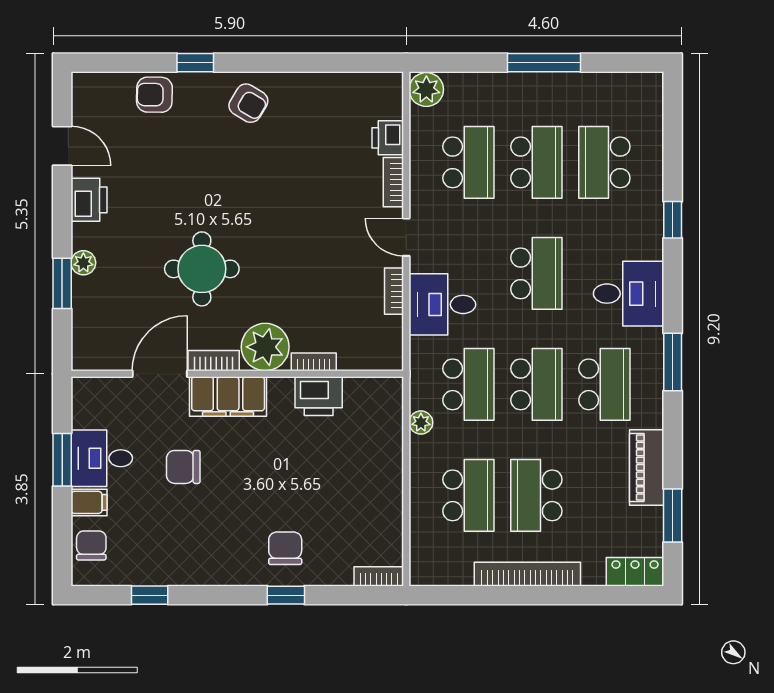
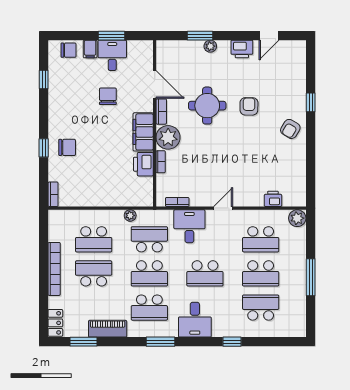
armchair: (154, 95) -> (249, 106), moved
bookcase: (393, 182) -> (251, 202), removed
bookcase: (394, 291) -> (177, 202), moved
school desk: (468, 384) -> (149, 239), turned 180
filing cabinet: (228, 397) -> (143, 132), moved

